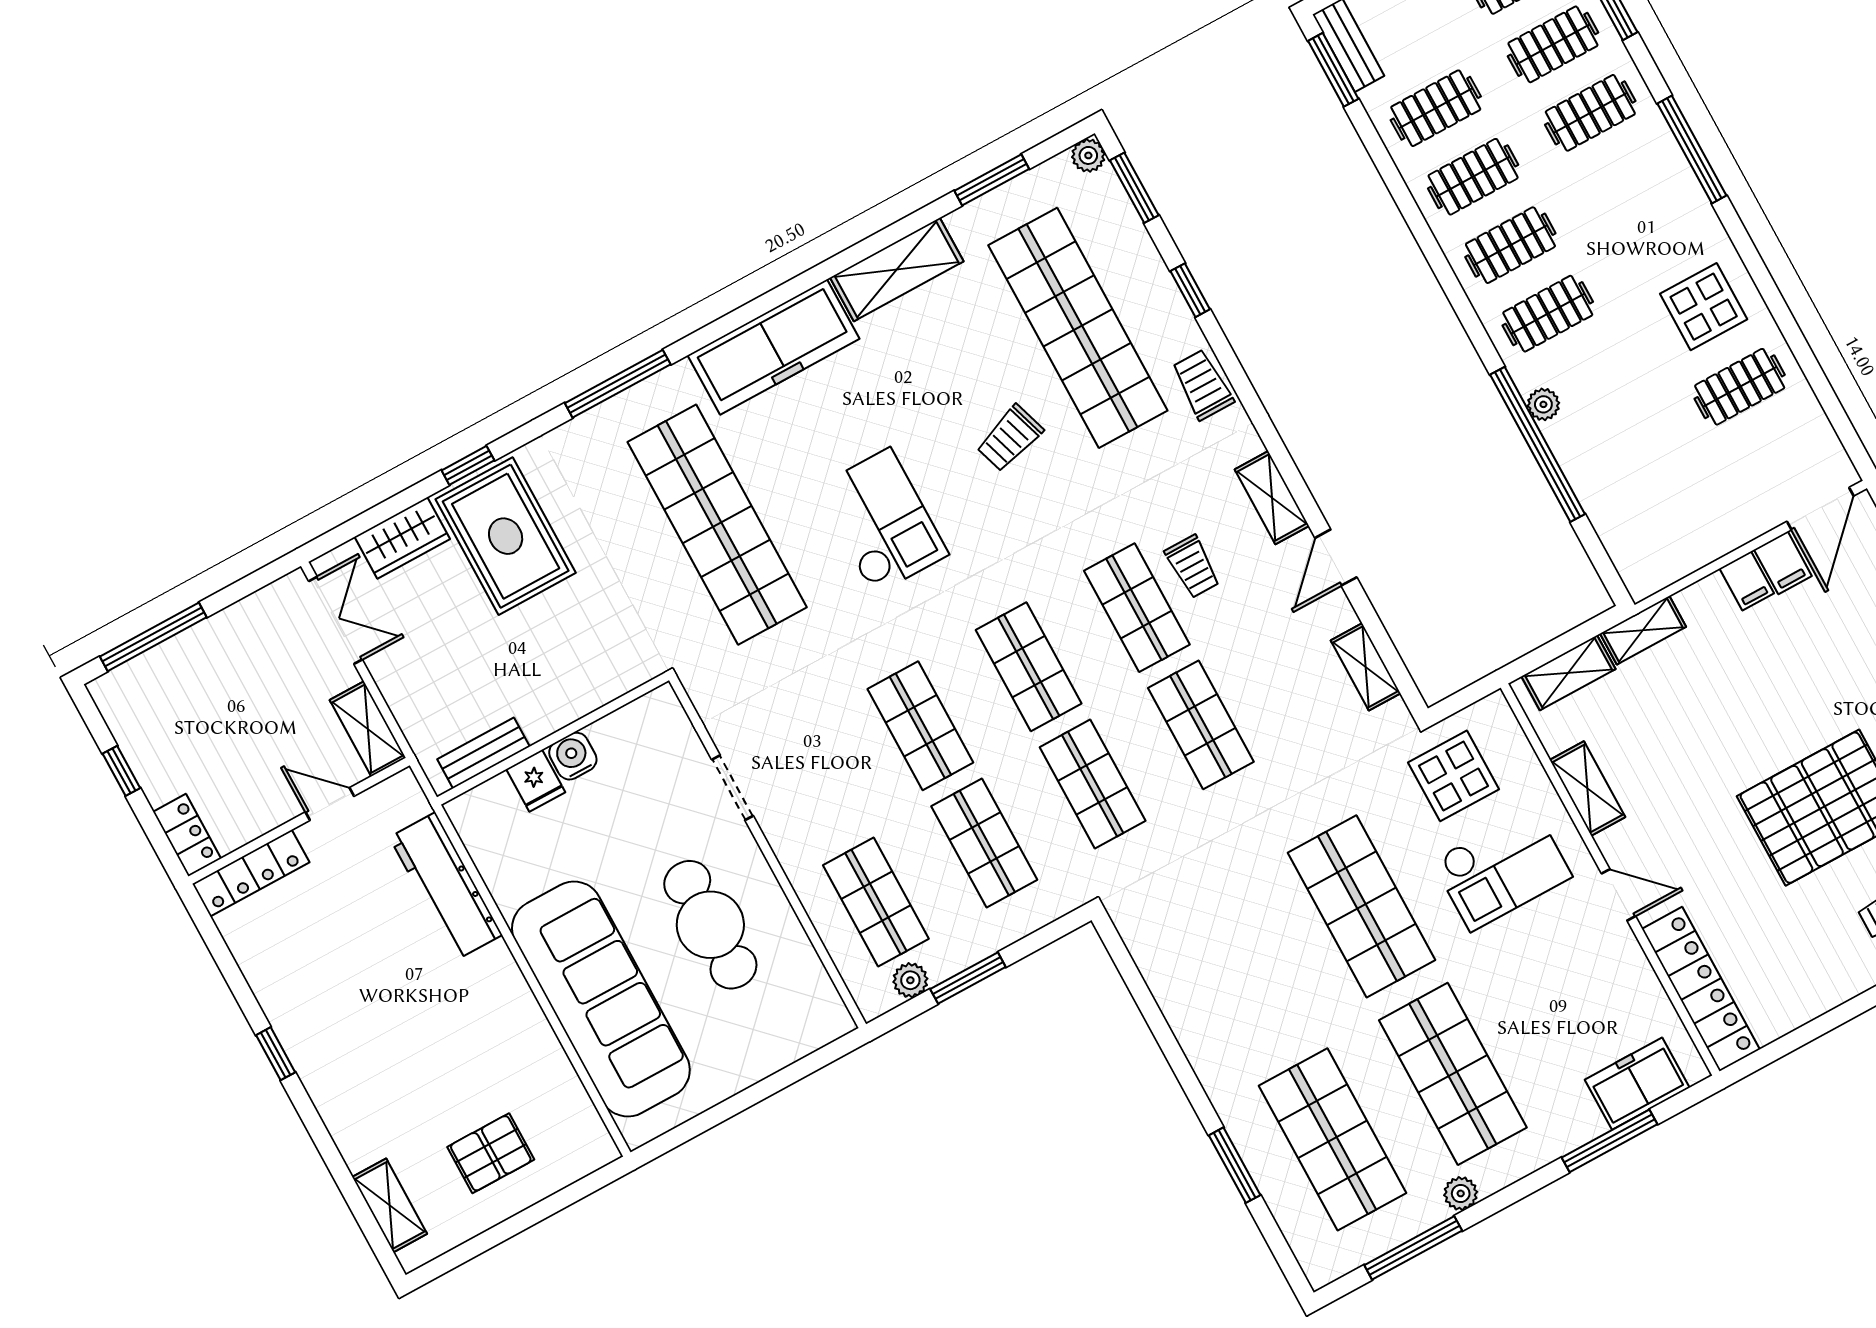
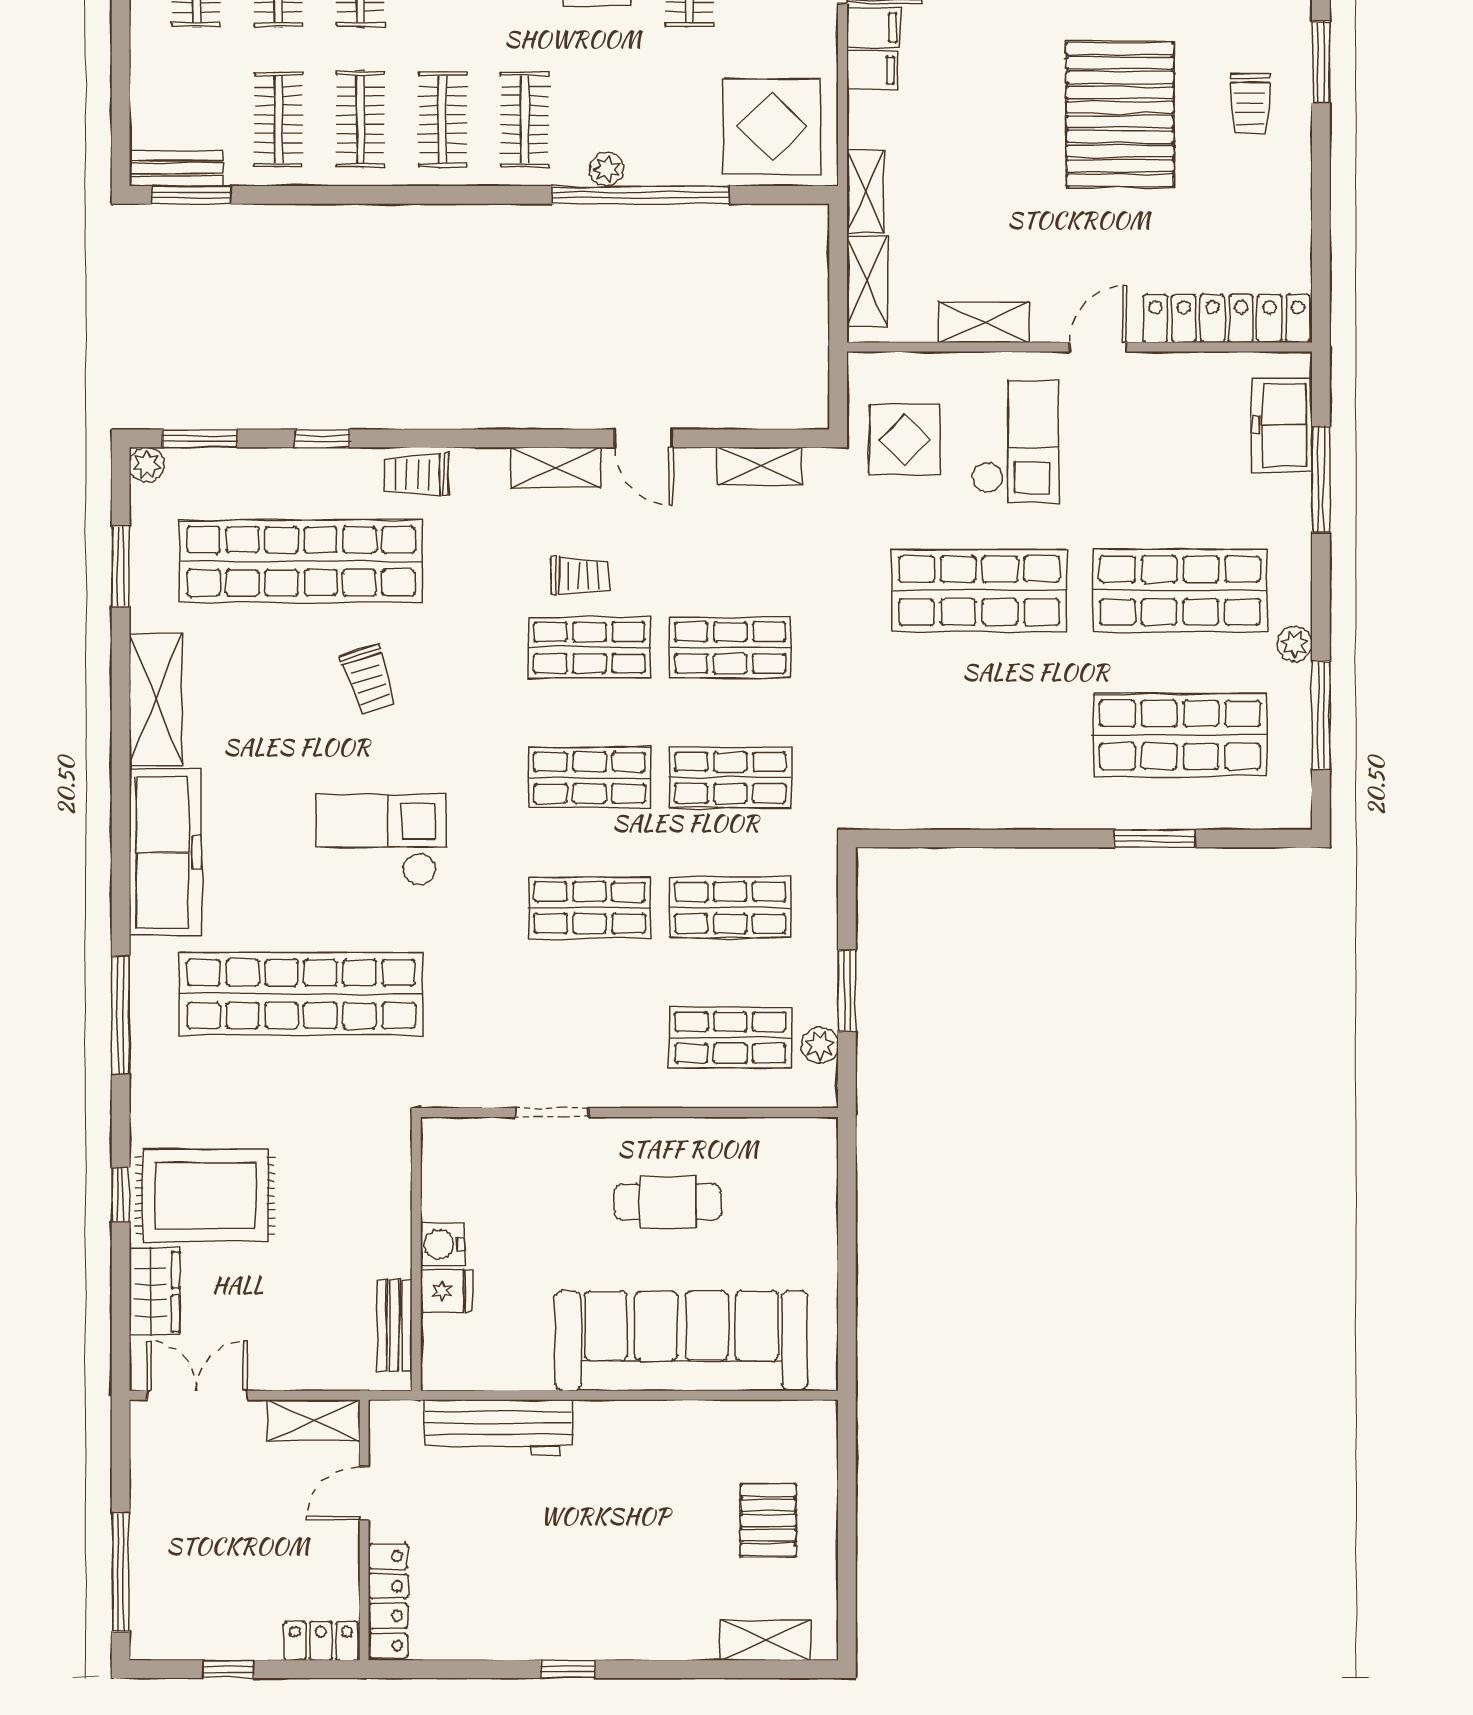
display table: (1654, 523) -> (772, 127), added
cafe table: (710, 925) -> (668, 1202), width x0.73, depth x0.74

